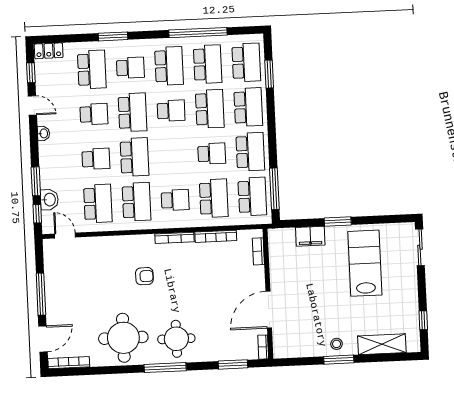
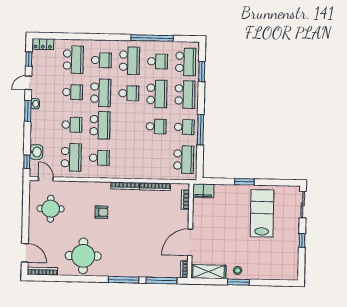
window: (113, 36) -> (90, 37), removed
school desk: (208, 64) -> (158, 61), width x0.54
door: (32, 105) -> (28, 83), swing flipped
school desk: (250, 152) -> (184, 127), width x0.54
window: (36, 181) -> (28, 111), moved
window: (274, 189) -> (200, 130), moved
school desk: (214, 198) -> (156, 159), removed
school desk: (175, 200) -> (127, 158), removed
school desk: (137, 202) -> (99, 158), width x0.54
filing cabinet: (310, 236) -> (203, 191), moved
window: (41, 294) -> (26, 220), removed
window: (423, 320) -> (302, 240), moved
door: (43, 339) -> (25, 253), hinge flipped
round table: (176, 339) -> (51, 209), moved
shelving: (382, 344) -> (208, 272), moved
window: (233, 364) -> (161, 280), width x1.44
window: (165, 368) -> (124, 280), moved

